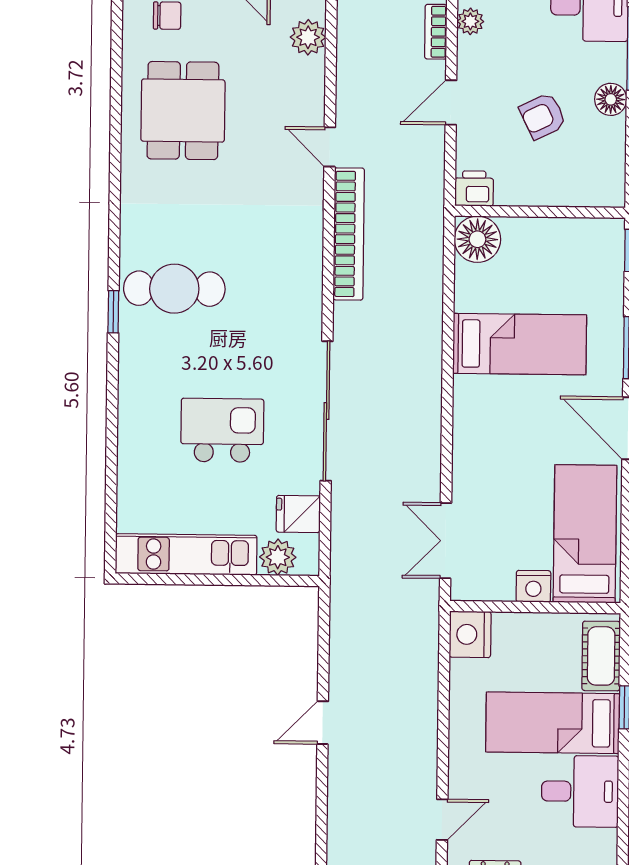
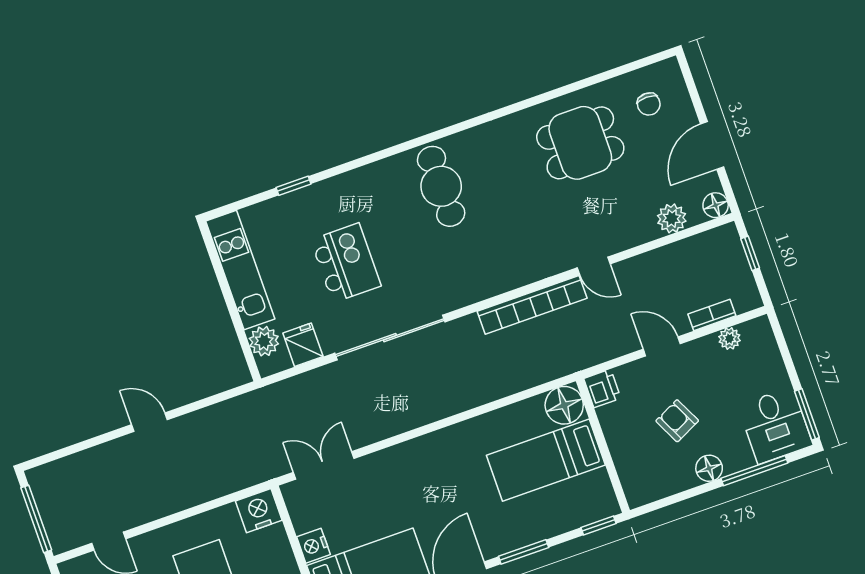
door: (330, 147) -> (594, 266), swing flipped
window: (113, 312) -> (293, 186), moved
bed: (520, 344) -> (546, 460), moved, turned 90

